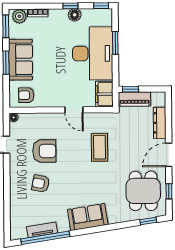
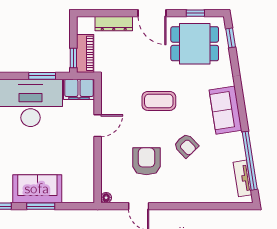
window: (115, 43) -> (42, 76), moved
armchair: (26, 95) -> (80, 182), removed
coffee table: (99, 147) -> (159, 101), moved
armchair: (41, 184) -> (186, 146), moved, turned -55
tv unit: (42, 230) -> (242, 178), moved

